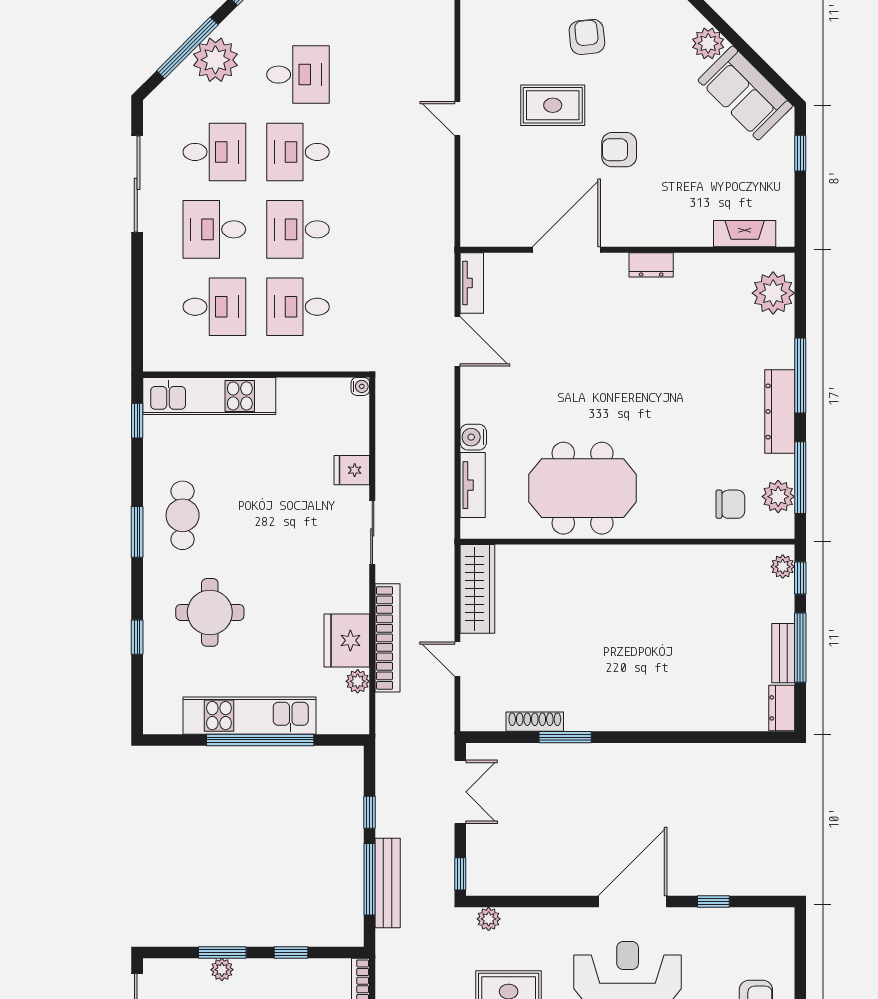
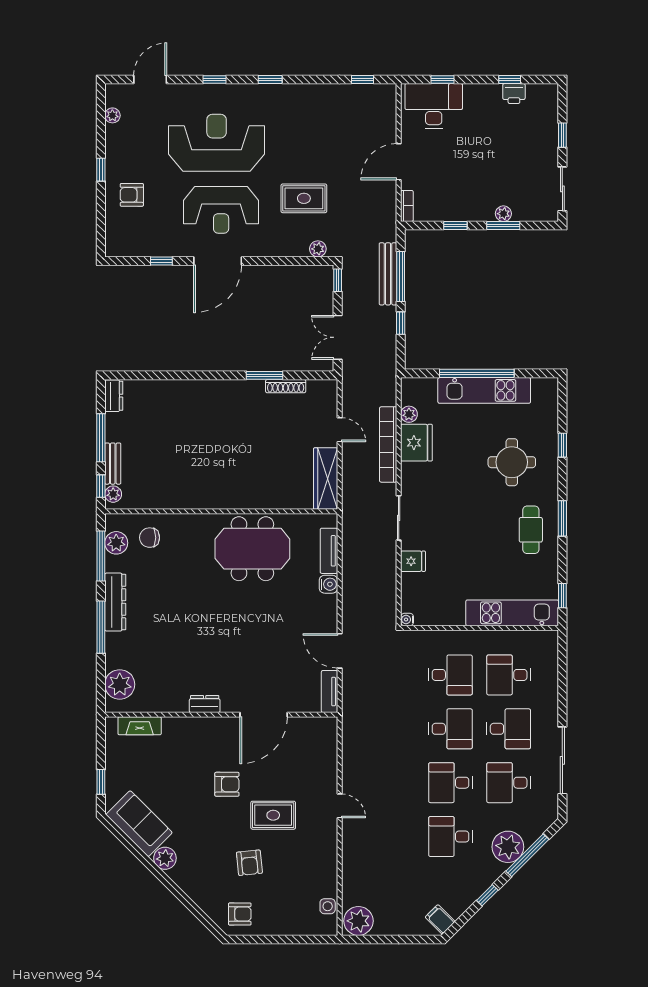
desk: (298, 152) -> (450, 783), turned 180
bench: (783, 653) -> (113, 464), moved

